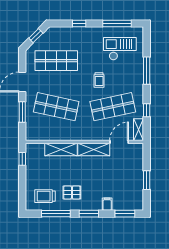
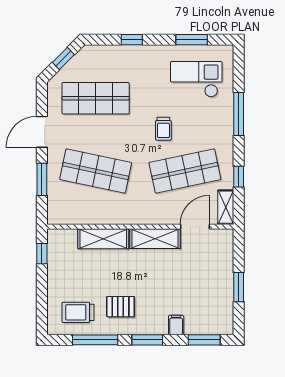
window: (117, 24) -> (192, 40), width x0.69

